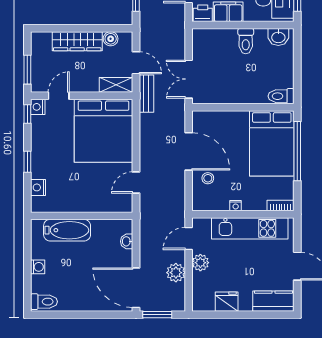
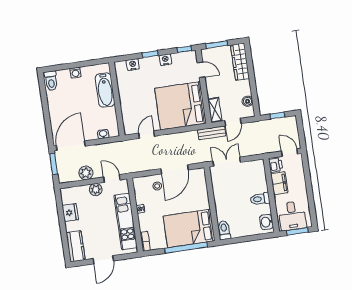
wardrobe: (77, 41) -> (240, 62), moved
nightstand: (38, 107) -> (165, 60), moved
door: (136, 182) -> (147, 135), hinge flipped

